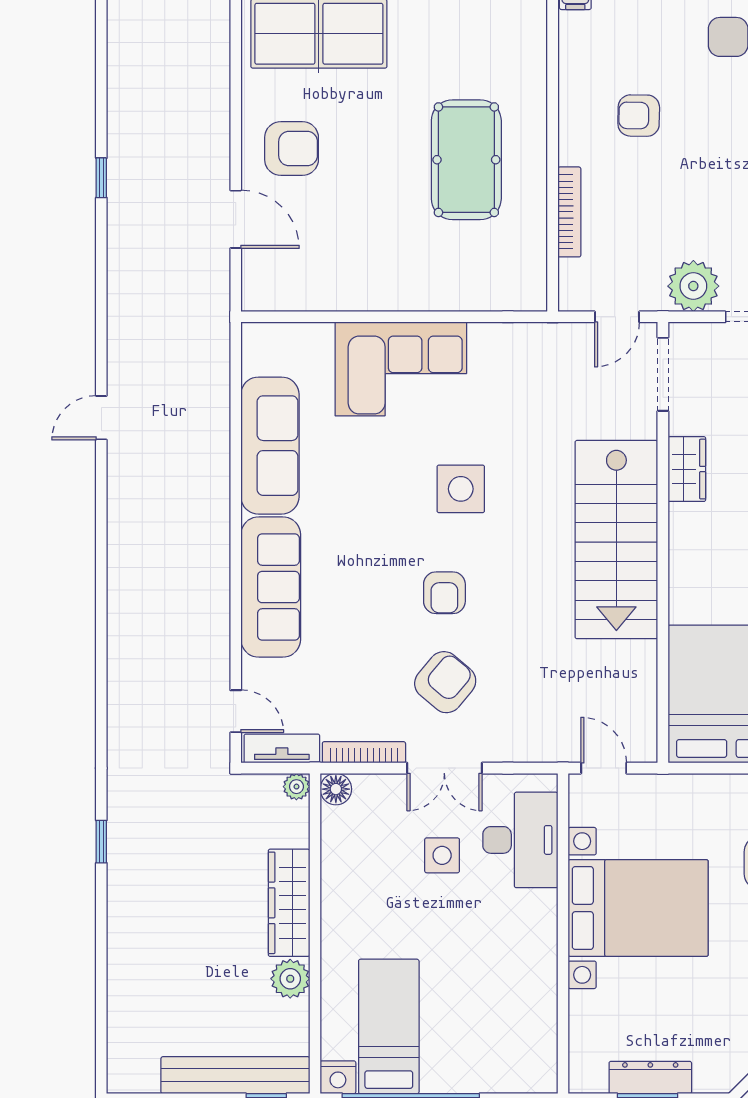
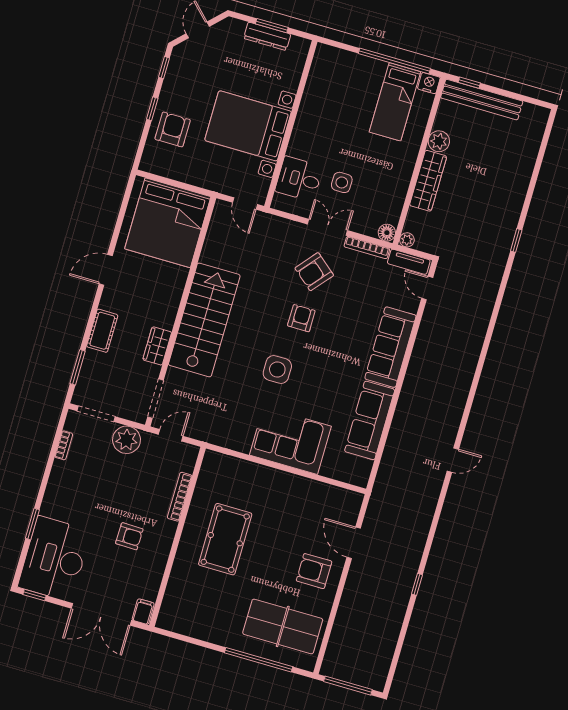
desk: (520, 840) -> (299, 179), width x0.73

